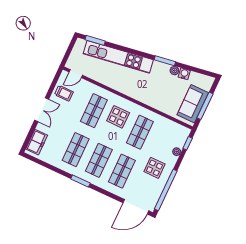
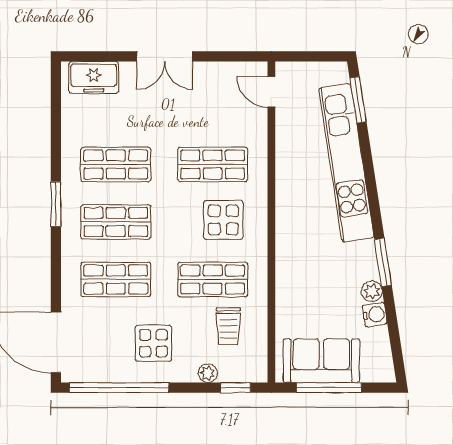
trolley: (64, 93) -> (228, 326), moved

